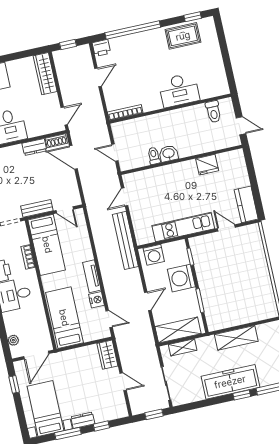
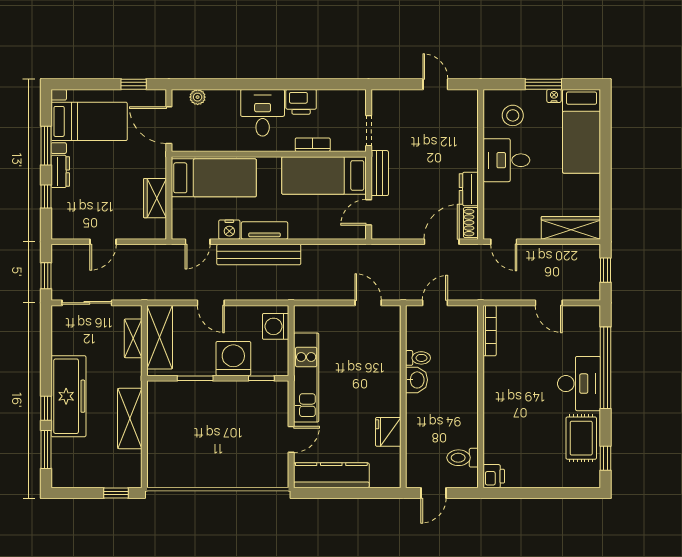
printer: (101, 48) -> (494, 476), moved, turned 180
desk: (179, 90) -> (579, 384), moved, turned 180
kitchen counter: (246, 204) -> (331, 475), width x1.50
bench: (125, 240) -> (259, 255), moved
wardrobe: (107, 355) -> (155, 198), moved, turned -90

